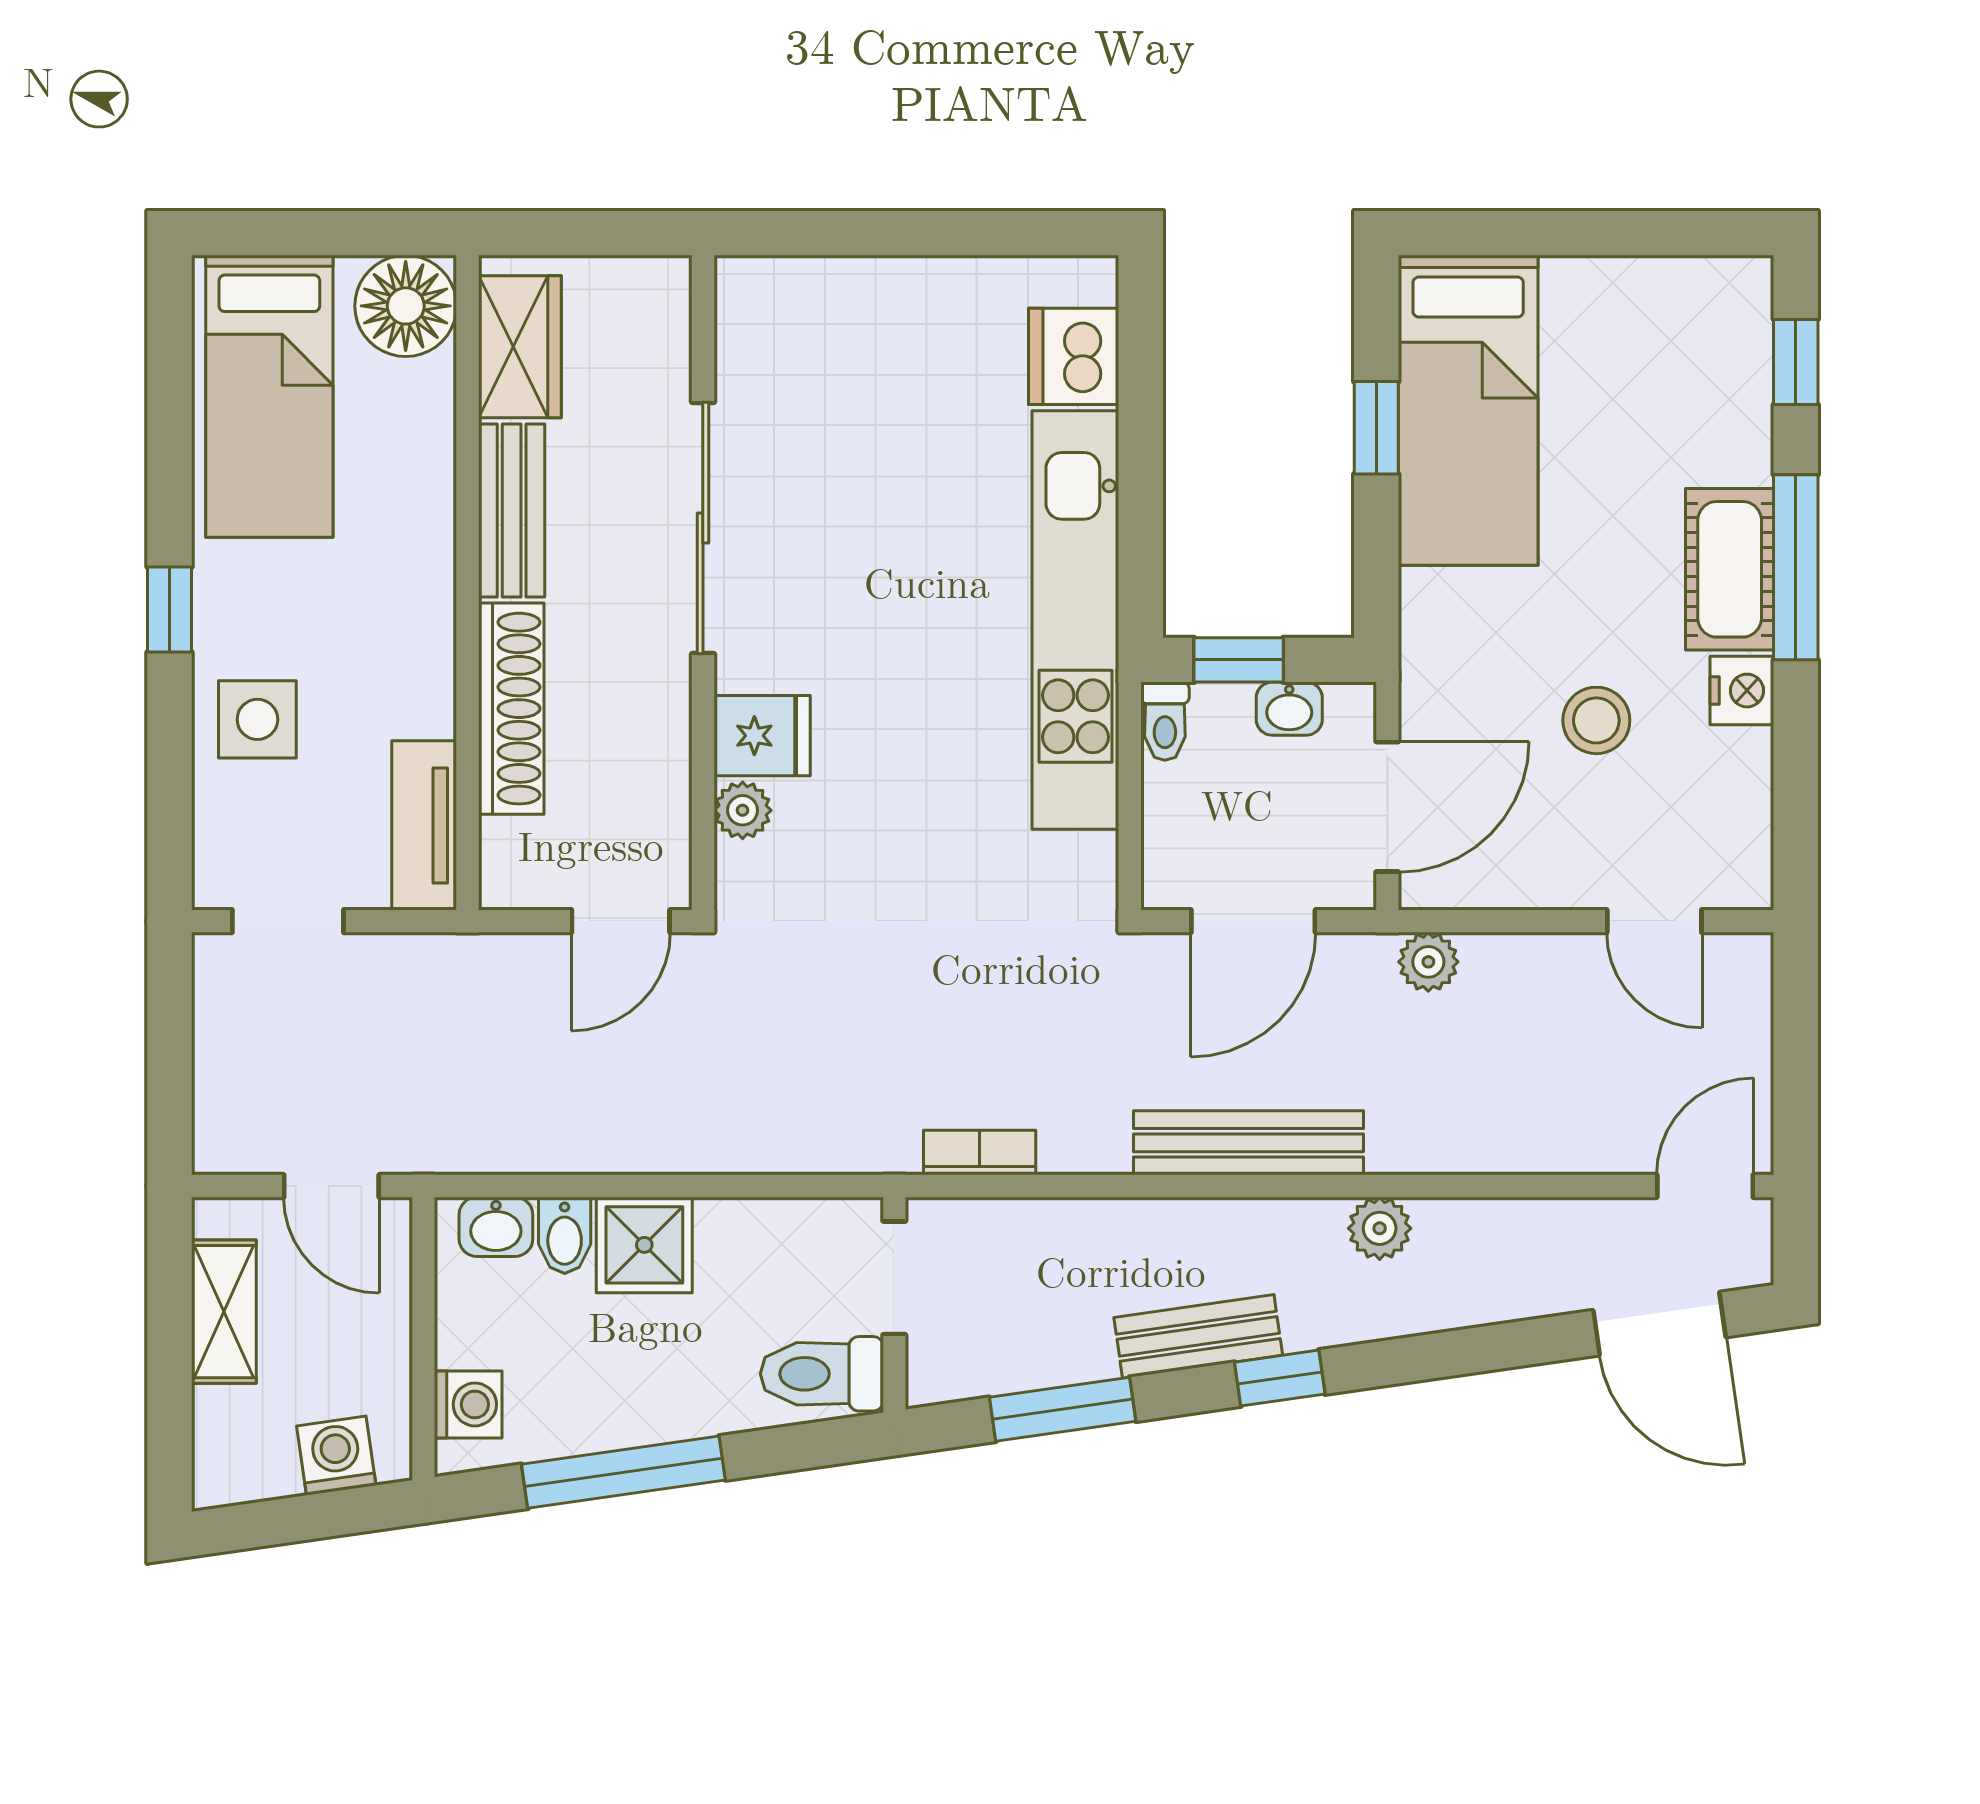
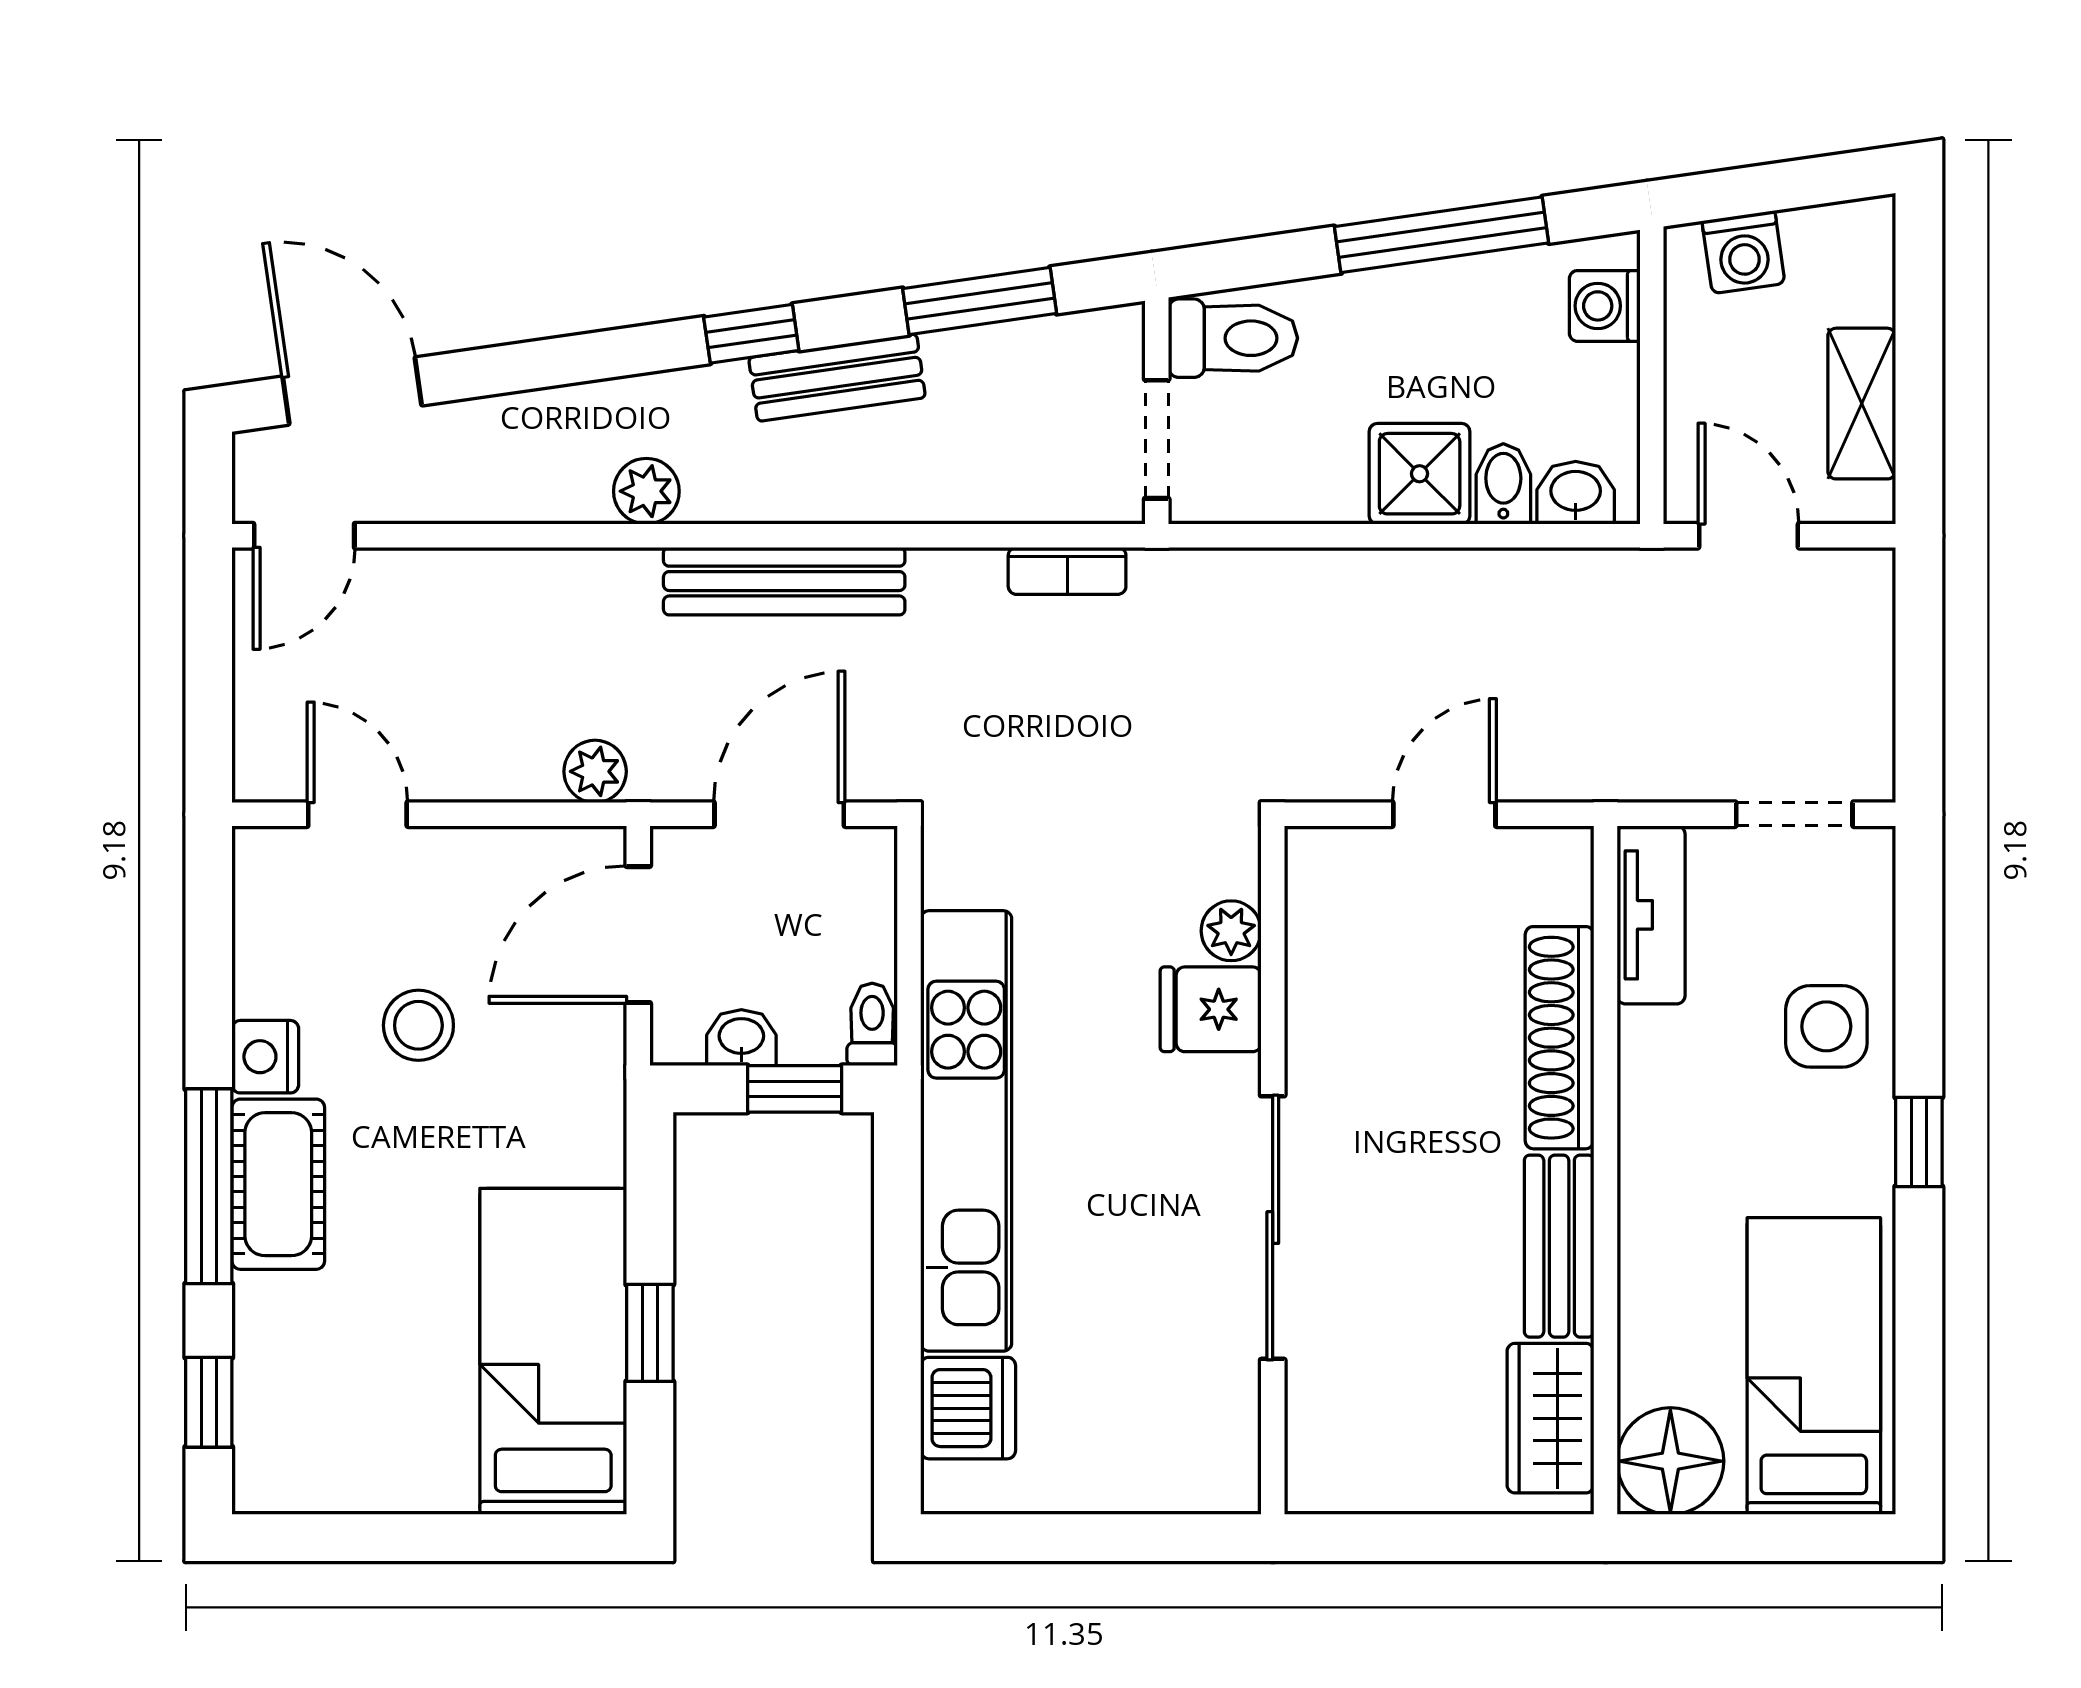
sliding door: (703, 528) -> (1273, 1228), moved
wall: (703, 583) -> (1273, 1170), moved
fridge: (762, 736) -> (1211, 1009), moved
plant: (743, 810) -> (1231, 931), moved

